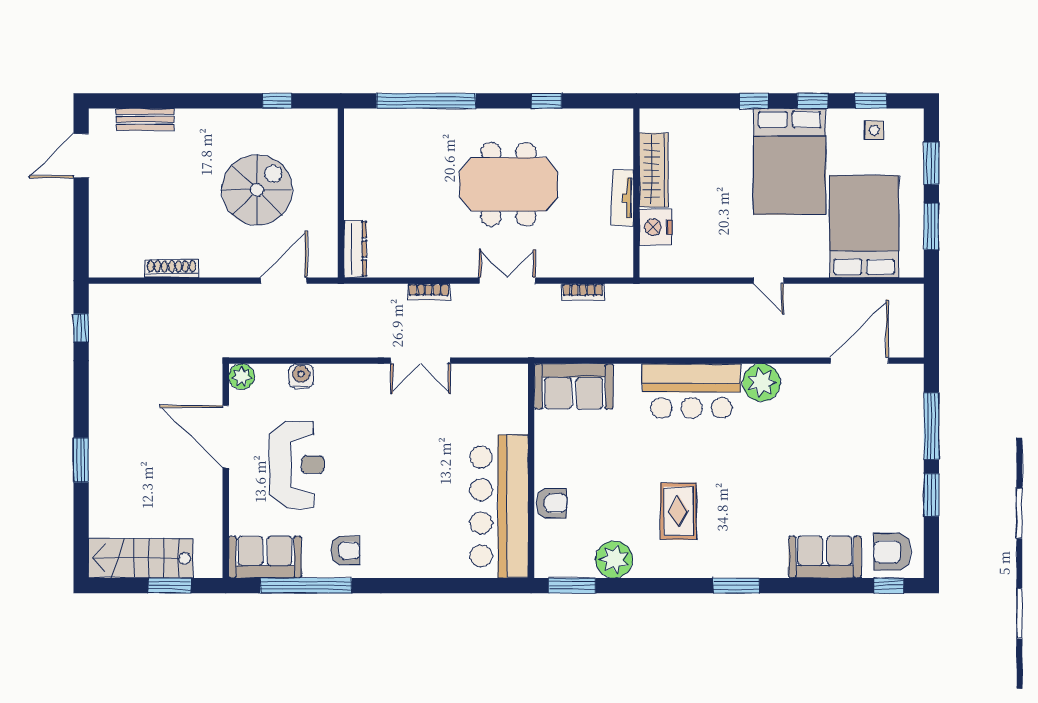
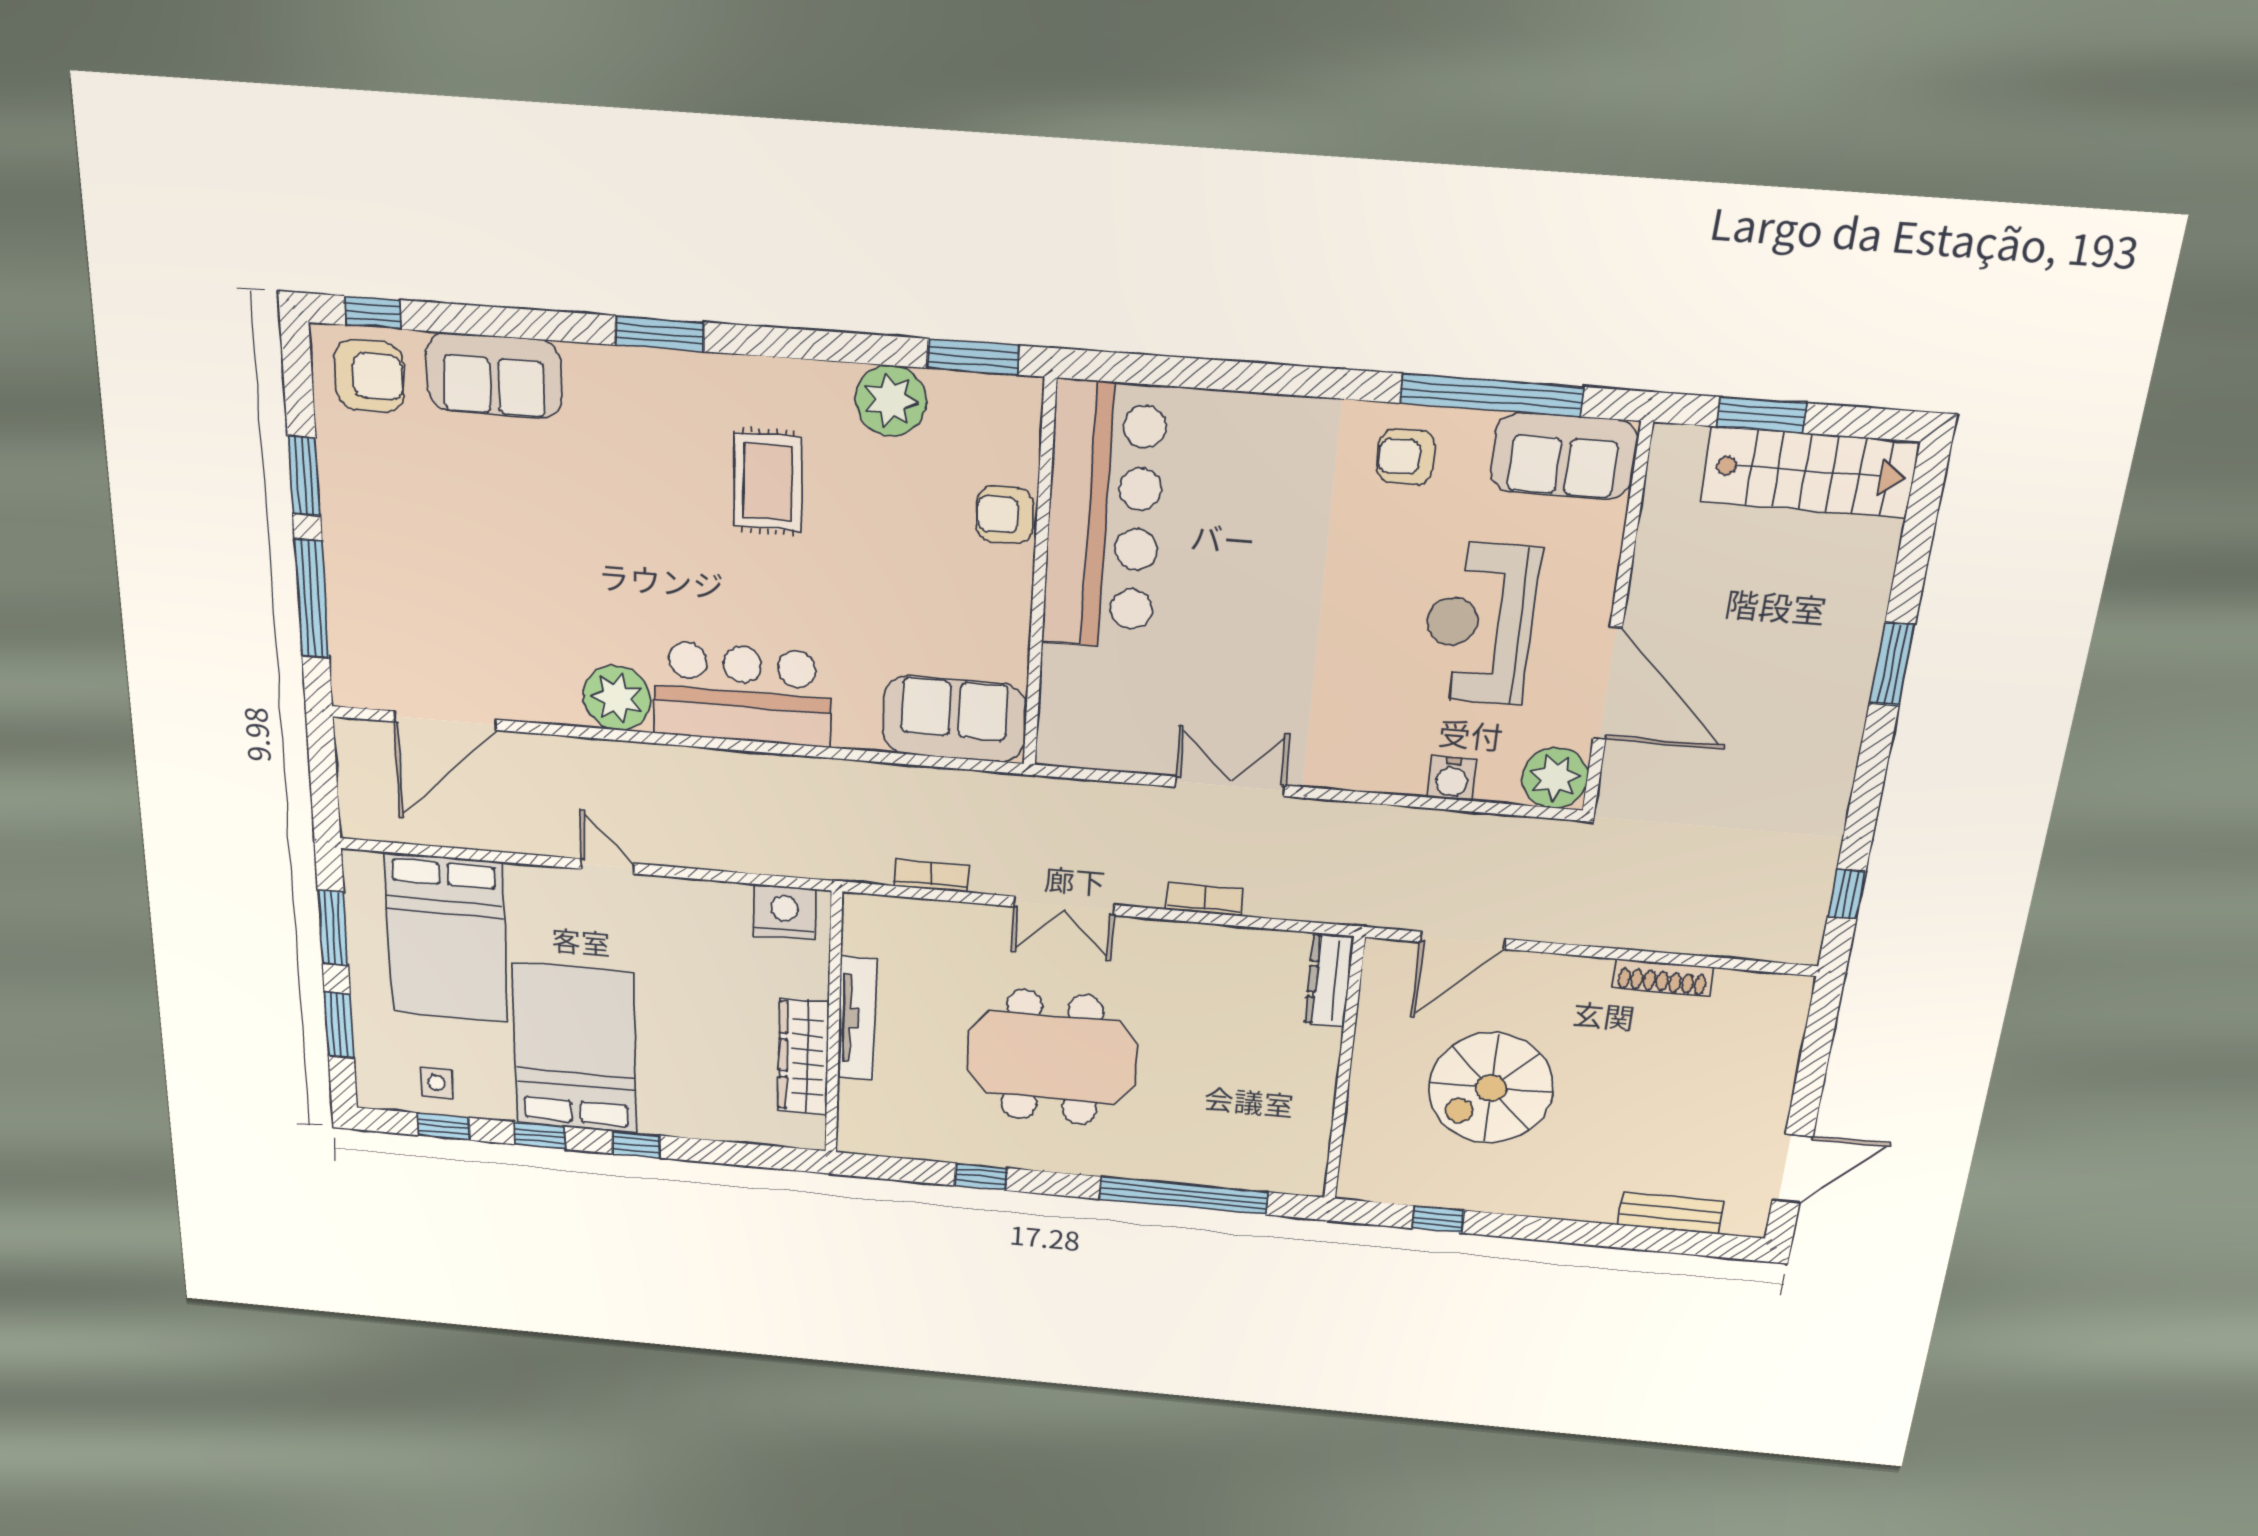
tv unit: (623, 198) -> (857, 1019), width x1.41
nightstand: (655, 227) -> (784, 912), moved, turned -90
plant: (242, 377) -> (1555, 778), width x1.36, depth x1.36

